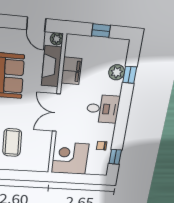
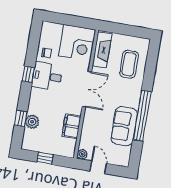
fireplace: (52, 66) -> (102, 50), moved
desk: (103, 109) -> (47, 76), moved
window: (115, 157) -> (28, 74), moved

